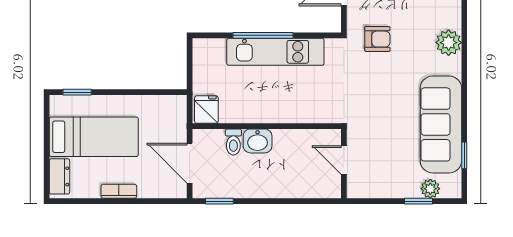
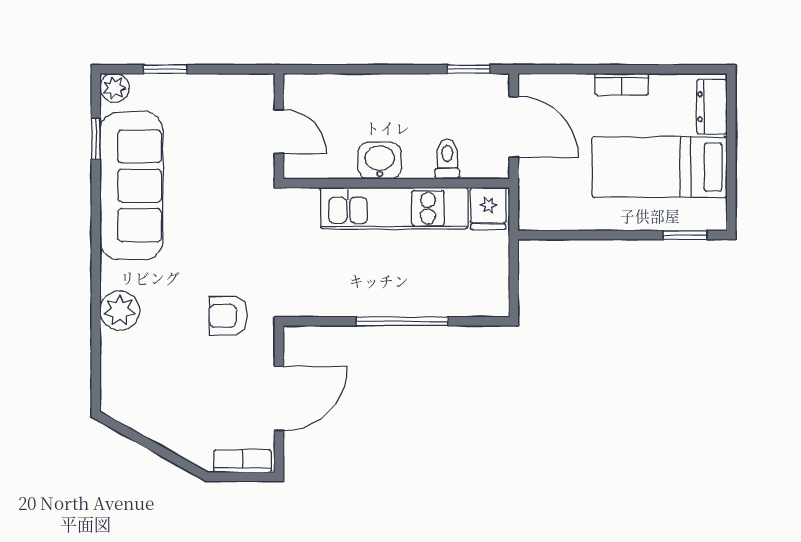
kitchen unit: (275, 52) -> (394, 208), moved, turned 180
washbasin: (258, 141) -> (380, 161), moved
plant: (430, 189) -> (115, 88), moved

